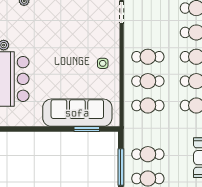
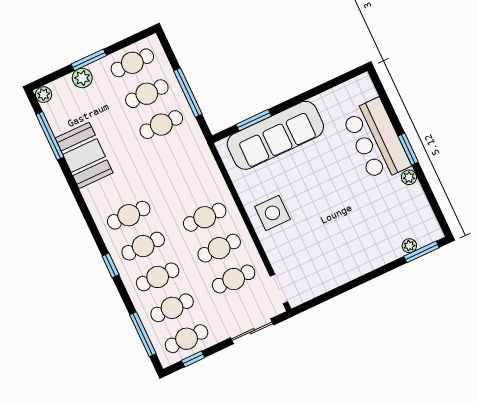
side table: (103, 63) -> (272, 213), width x1.87, depth x1.87
cafe table: (148, 105) -> (234, 279), moved

